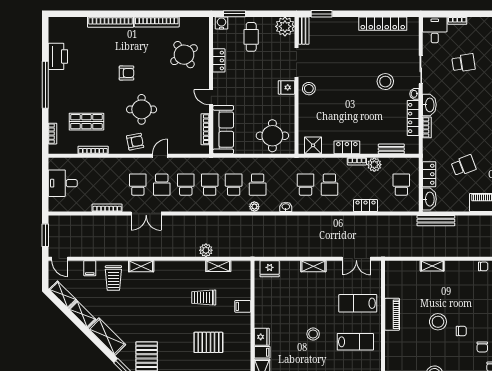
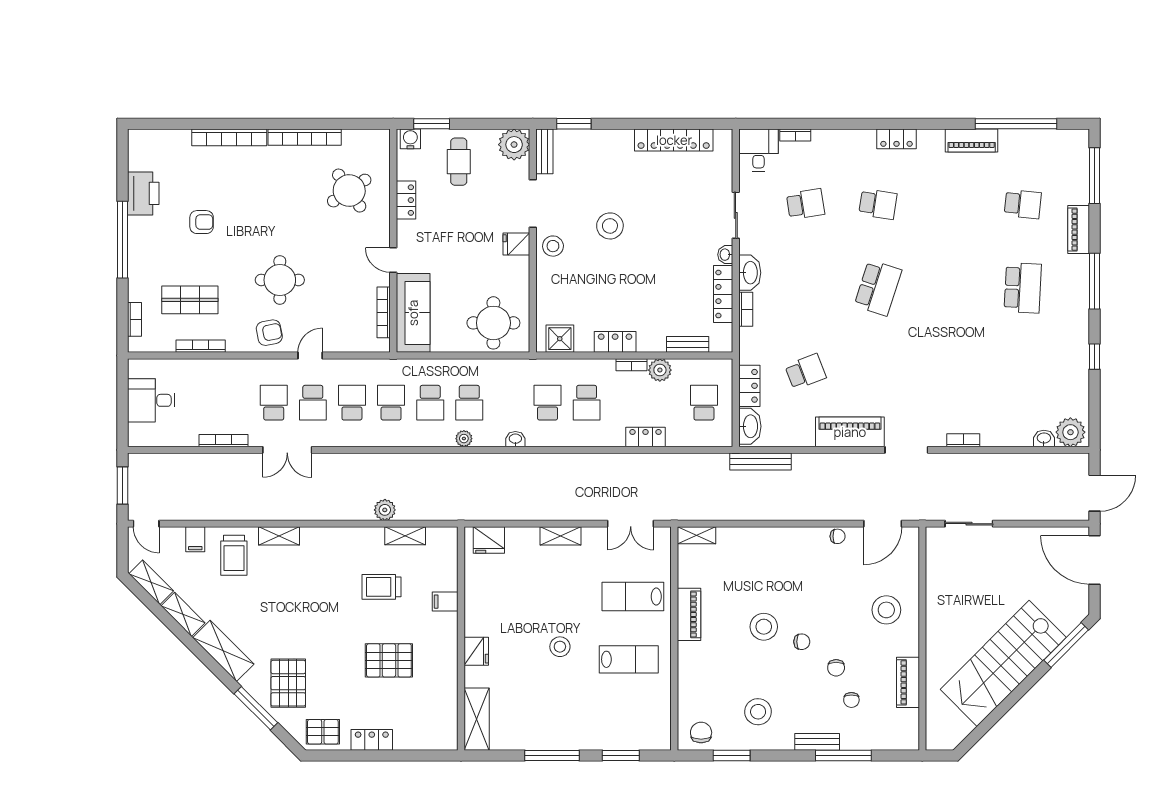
armchair: (127, 73) -> (202, 222), moved
stool: (385, 82) -> (610, 226), moved
school desk: (234, 185) -> (430, 403), turned 180
shelving: (432, 266) -> (696, 535), moved
filing cabinet: (262, 352) -> (477, 677), removed

